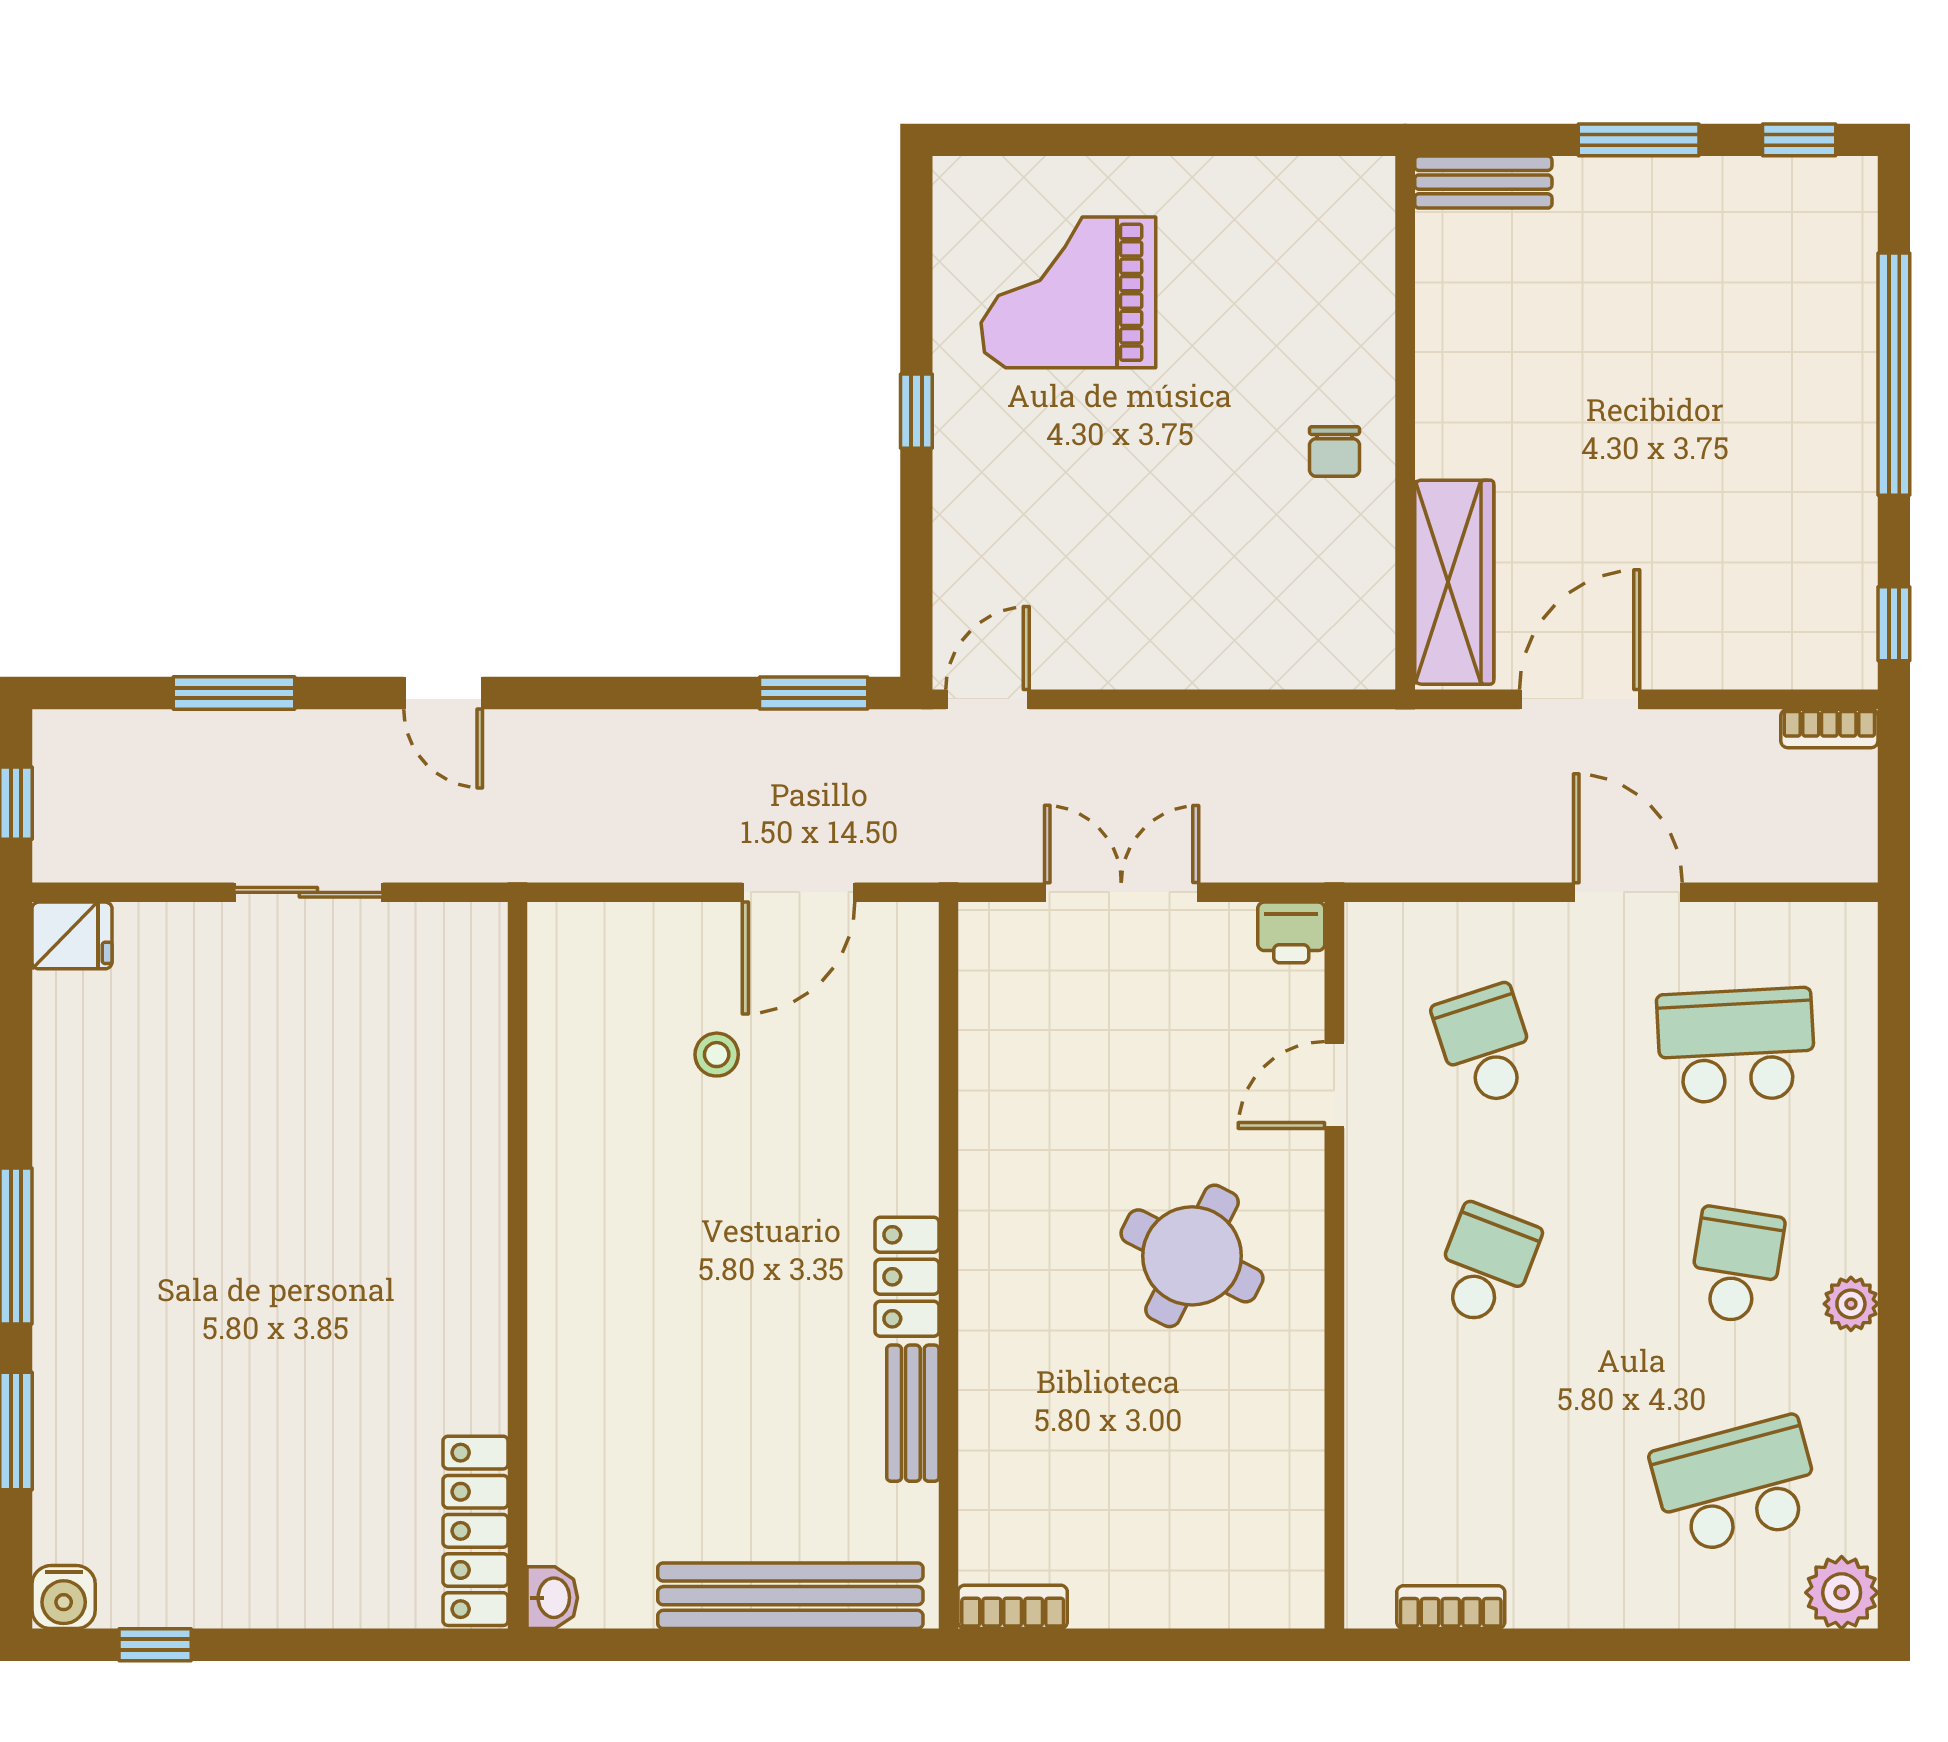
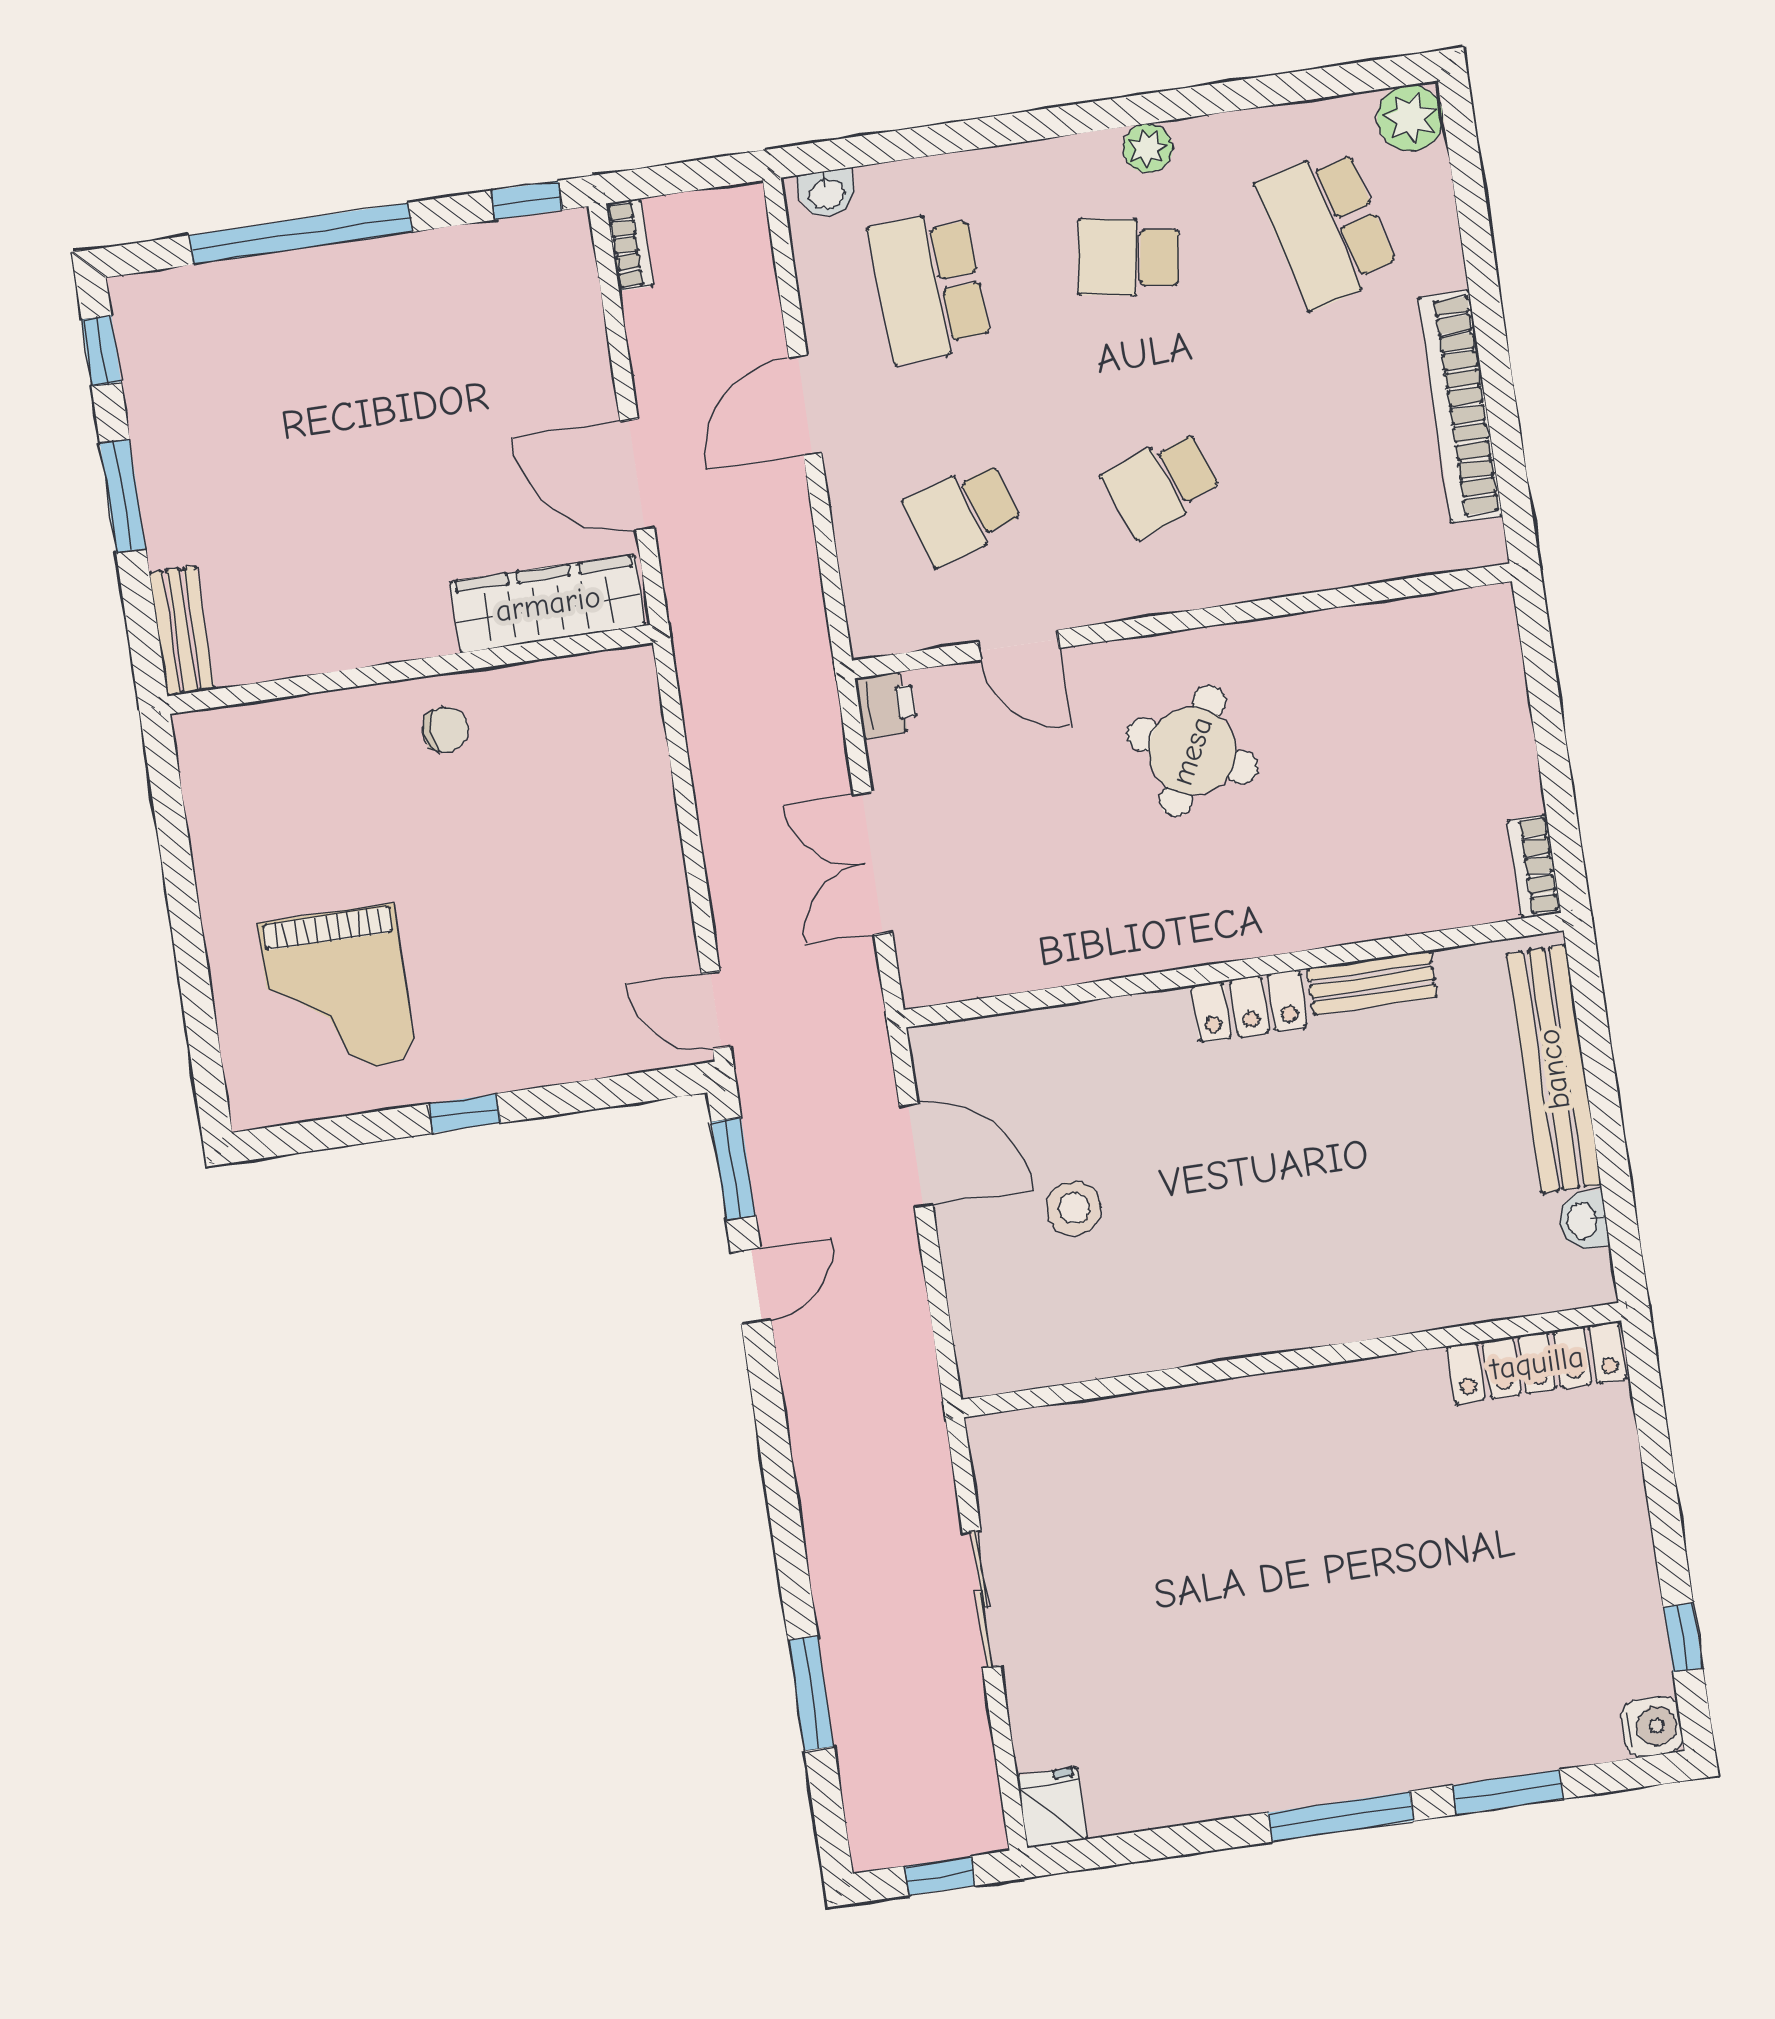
door: (443, 693) -> (751, 1286), moved
washbasin: (1853, 949) -> (827, 193), added
stool: (717, 1055) -> (1074, 1208), width x1.37, depth x1.37
school desk: (1486, 1265) -> (1162, 484), turned -42
washbasin: (552, 1598) -> (1583, 1221), moved, turned -90
bookcase: (1451, 1607) -> (1460, 407), width x2.31, depth x1.31

